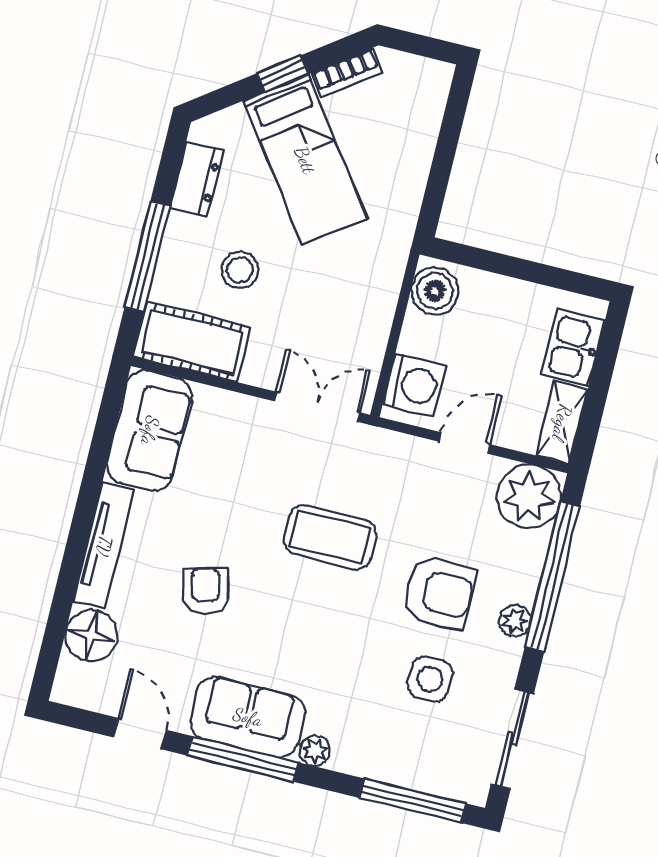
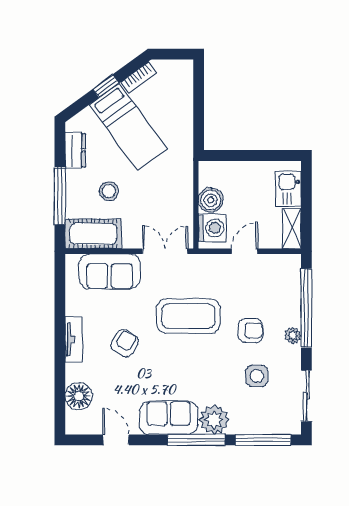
boiler: (435, 291) -> (211, 200), moved
sofa: (150, 431) -> (110, 271), moved, turned 90
plant: (529, 497) -> (284, 270), removed
coffee table: (330, 537) -> (188, 316), width x1.36, depth x1.32
tv unit: (104, 546) -> (74, 339), width x0.71
armchair: (205, 591) -> (125, 343), moved, turned 45
armchair: (439, 593) -> (251, 331), width x0.72, depth x0.72
plant: (315, 751) -> (214, 420), width x1.87, depth x1.87
window: (243, 759) -> (196, 440), moved

